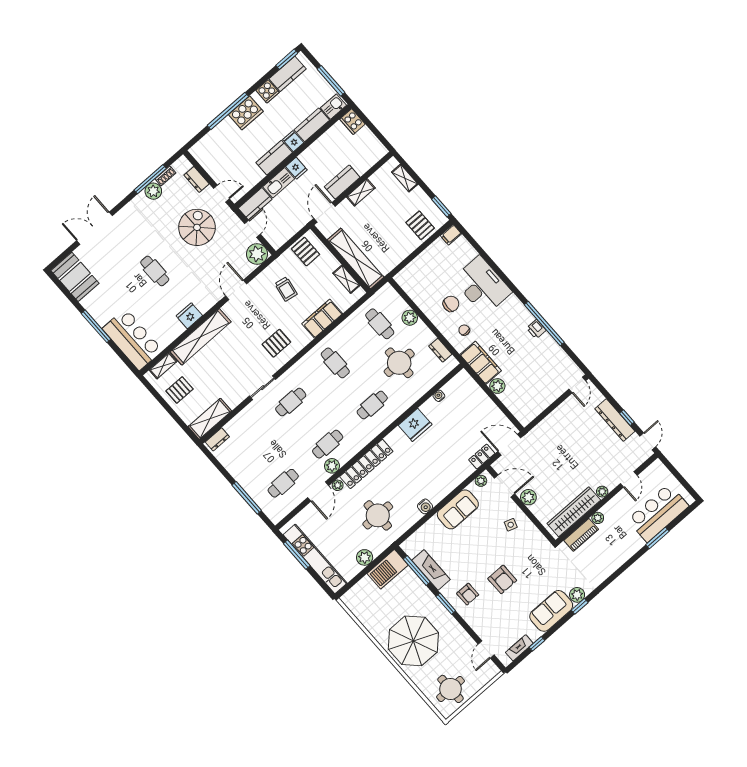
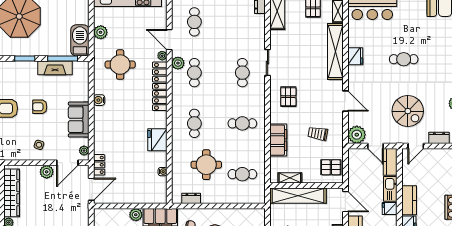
plant: (410, 318) -> (229, 197), removed
armchair: (468, 594) -> (40, 107), moved

